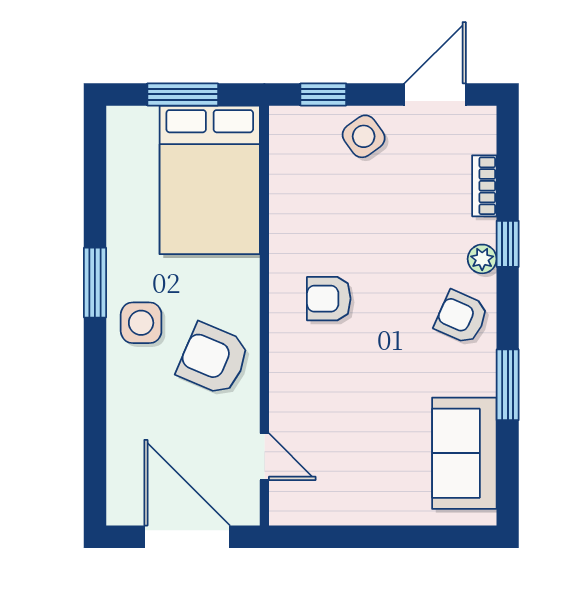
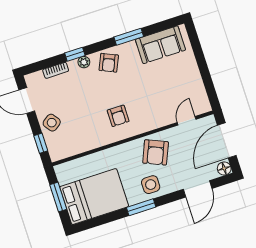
bed: (210, 180) -> (94, 197), moved
door: (95, 431) -> (198, 189), added
floor lamp: (123, 509) -> (224, 168), added

